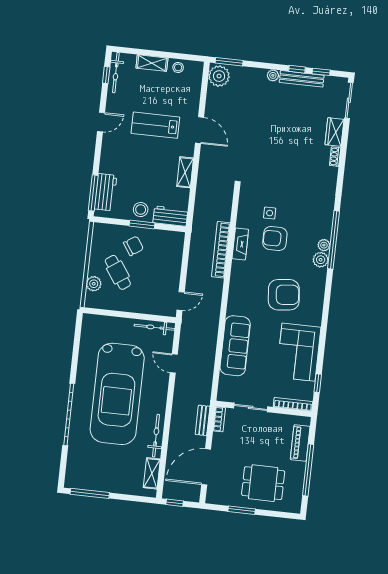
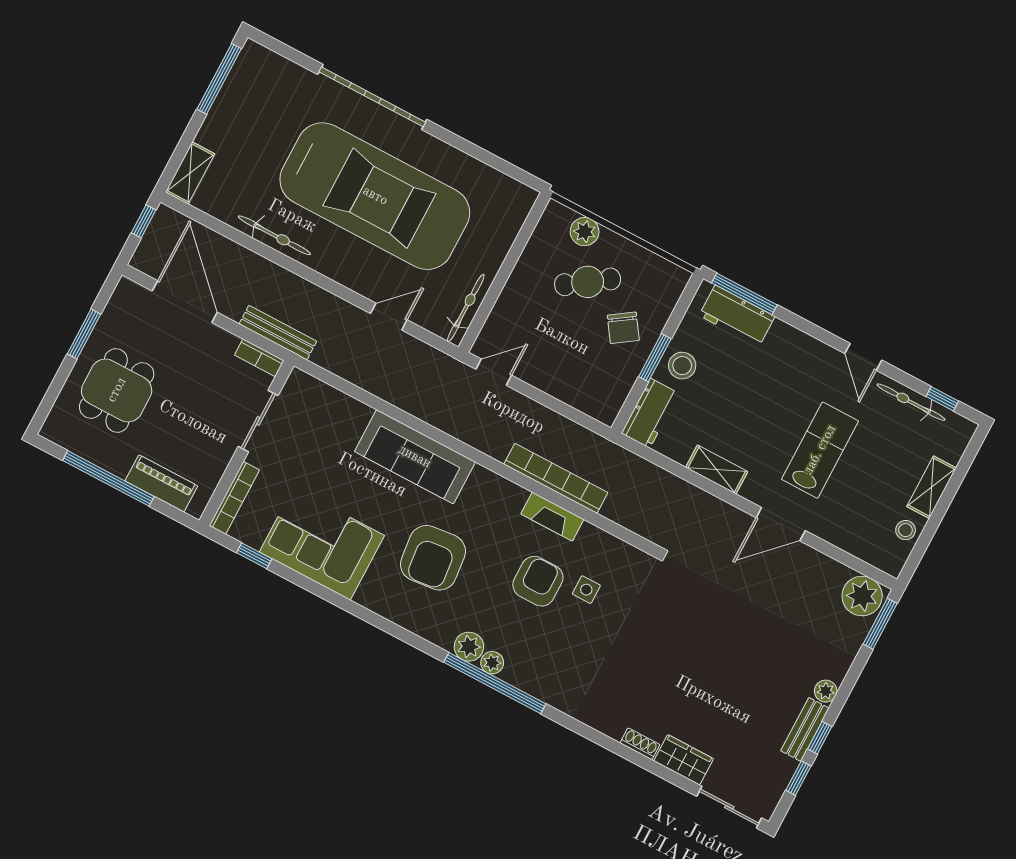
bicycle: (116, 73) -> (911, 402), moved
bench: (302, 79) -> (805, 729), width x0.73
door: (181, 301) -> (494, 372), swing flipped
sofa: (235, 346) -> (415, 457), moved
car: (117, 394) -> (375, 196), turned 180
bench: (203, 420) -> (278, 333), width x1.36
shelving: (152, 473) -> (190, 173), moved, turned 90

